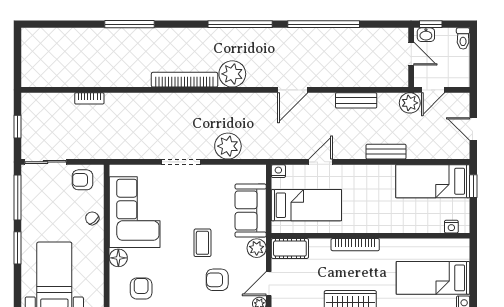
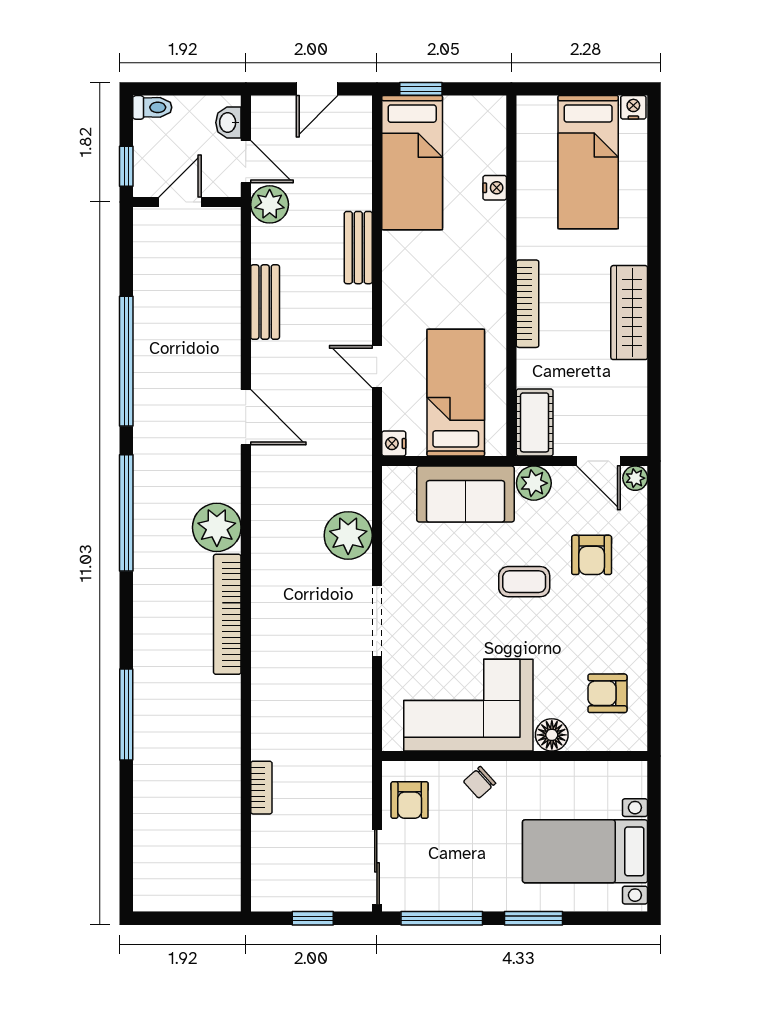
washbasin: (426, 35) -> (228, 123), moved, turned 180
nightstand: (451, 227) -> (495, 188), moved

